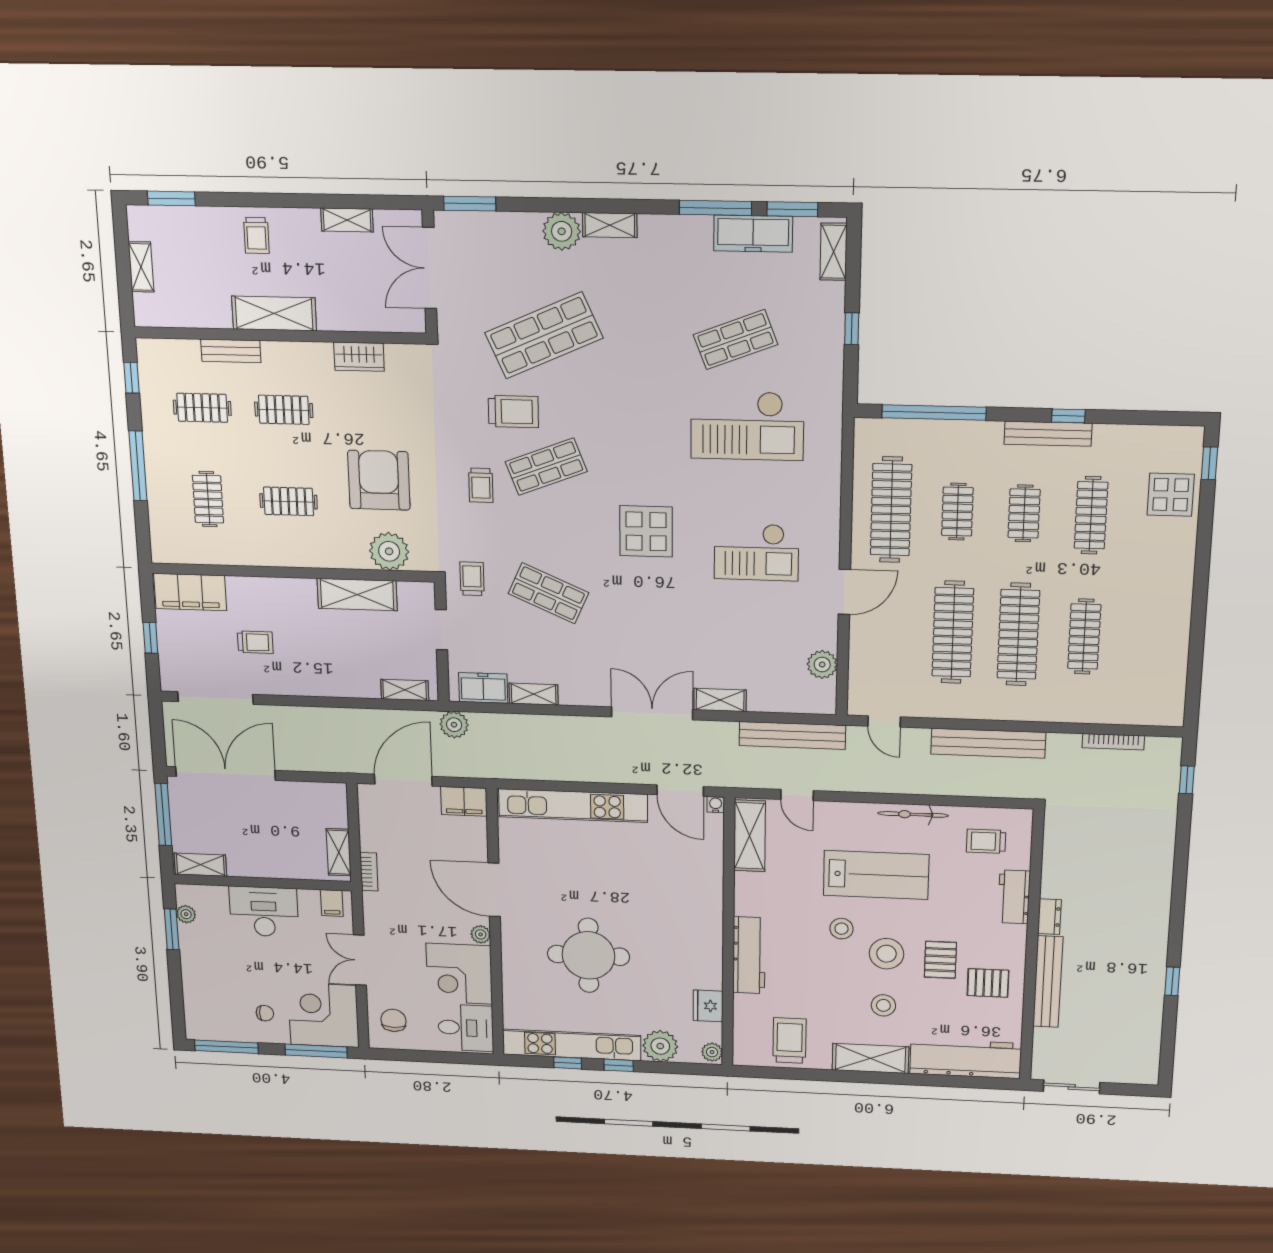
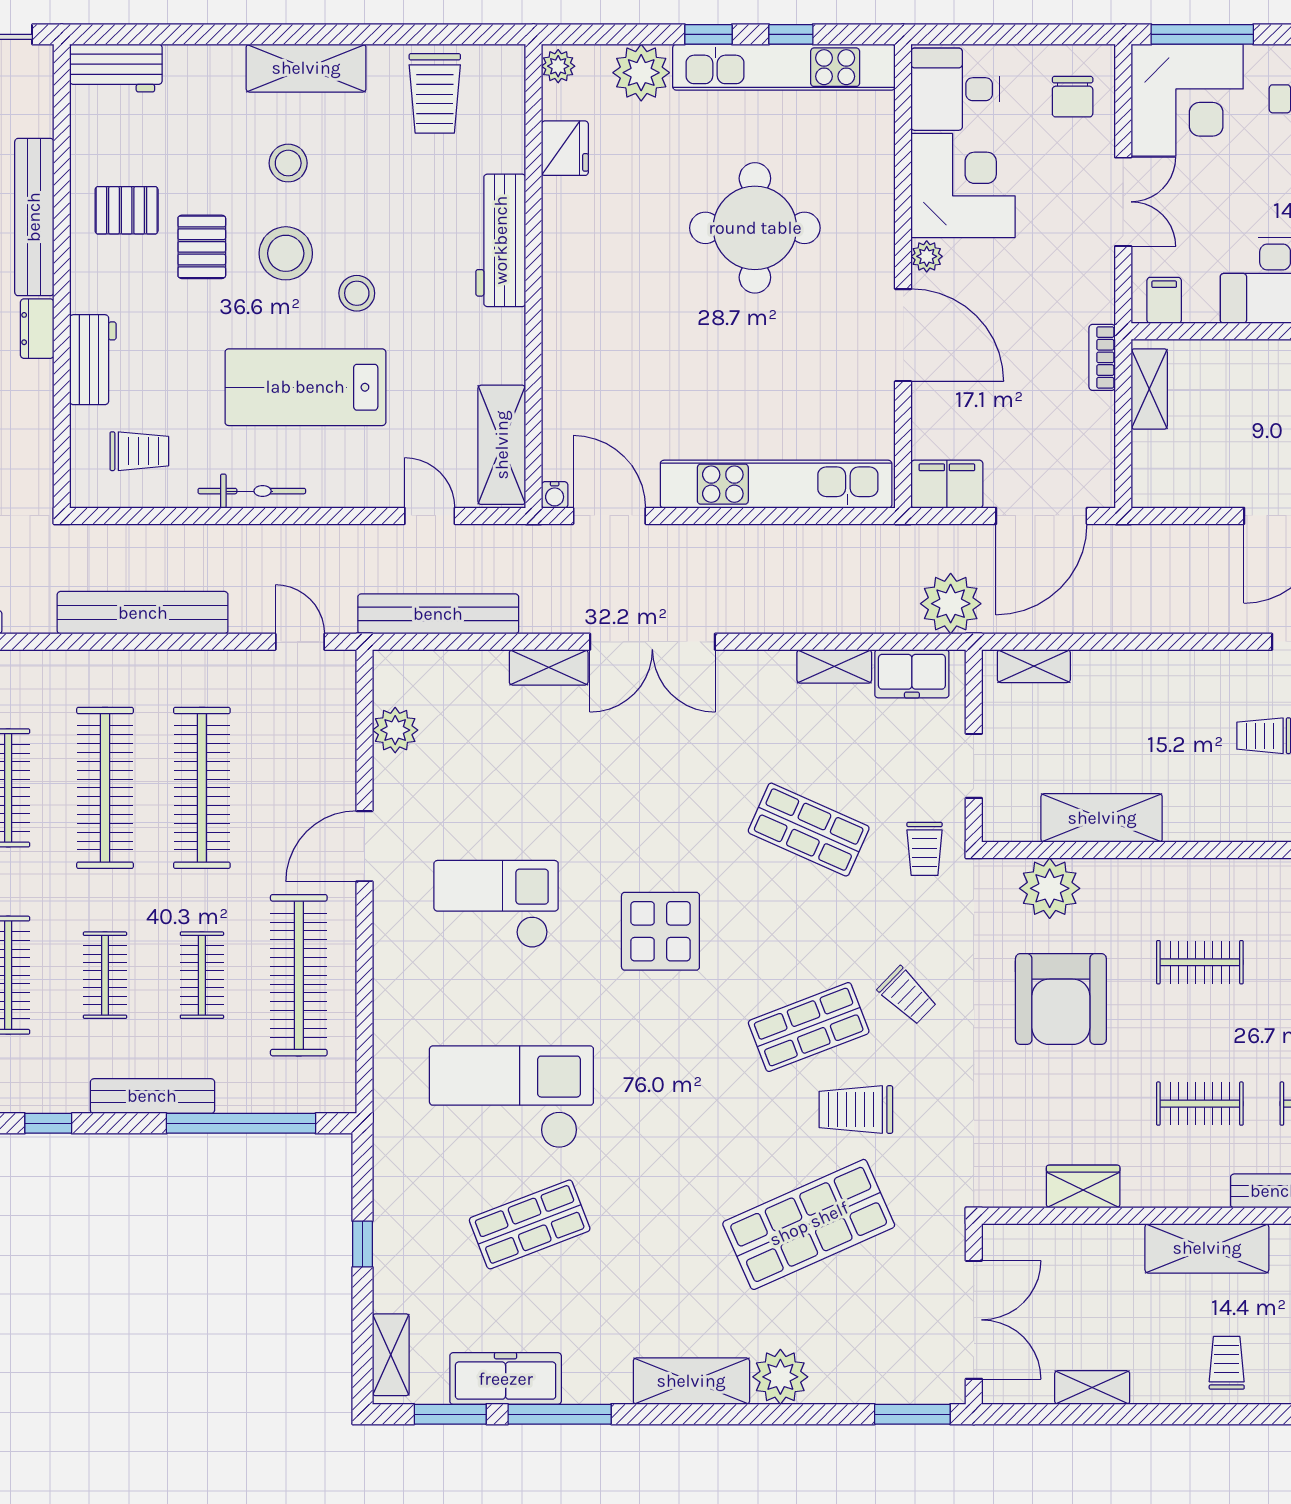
shelving: (610, 225) -> (691, 1381), width x1.50, depth x1.33
bench: (1048, 434) -> (152, 1096), moved
trolley: (481, 485) -> (907, 996), turned 134
plant: (454, 725) -> (951, 604), width x1.36, depth x1.36
workbench: (966, 1059) -> (116, 68), width x0.53, depth x0.76

